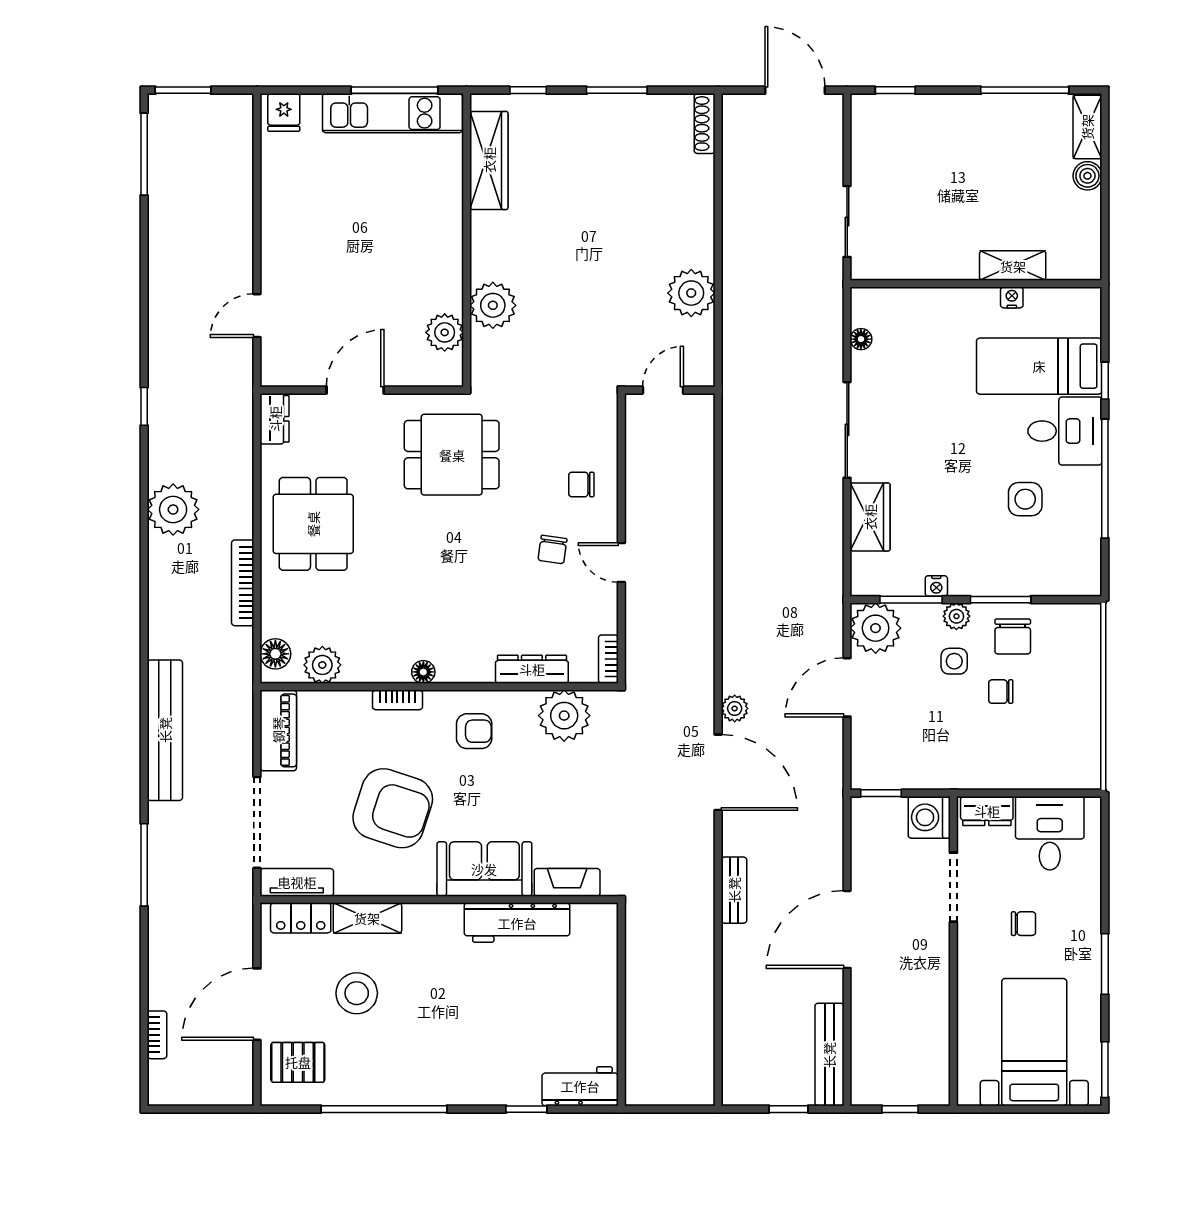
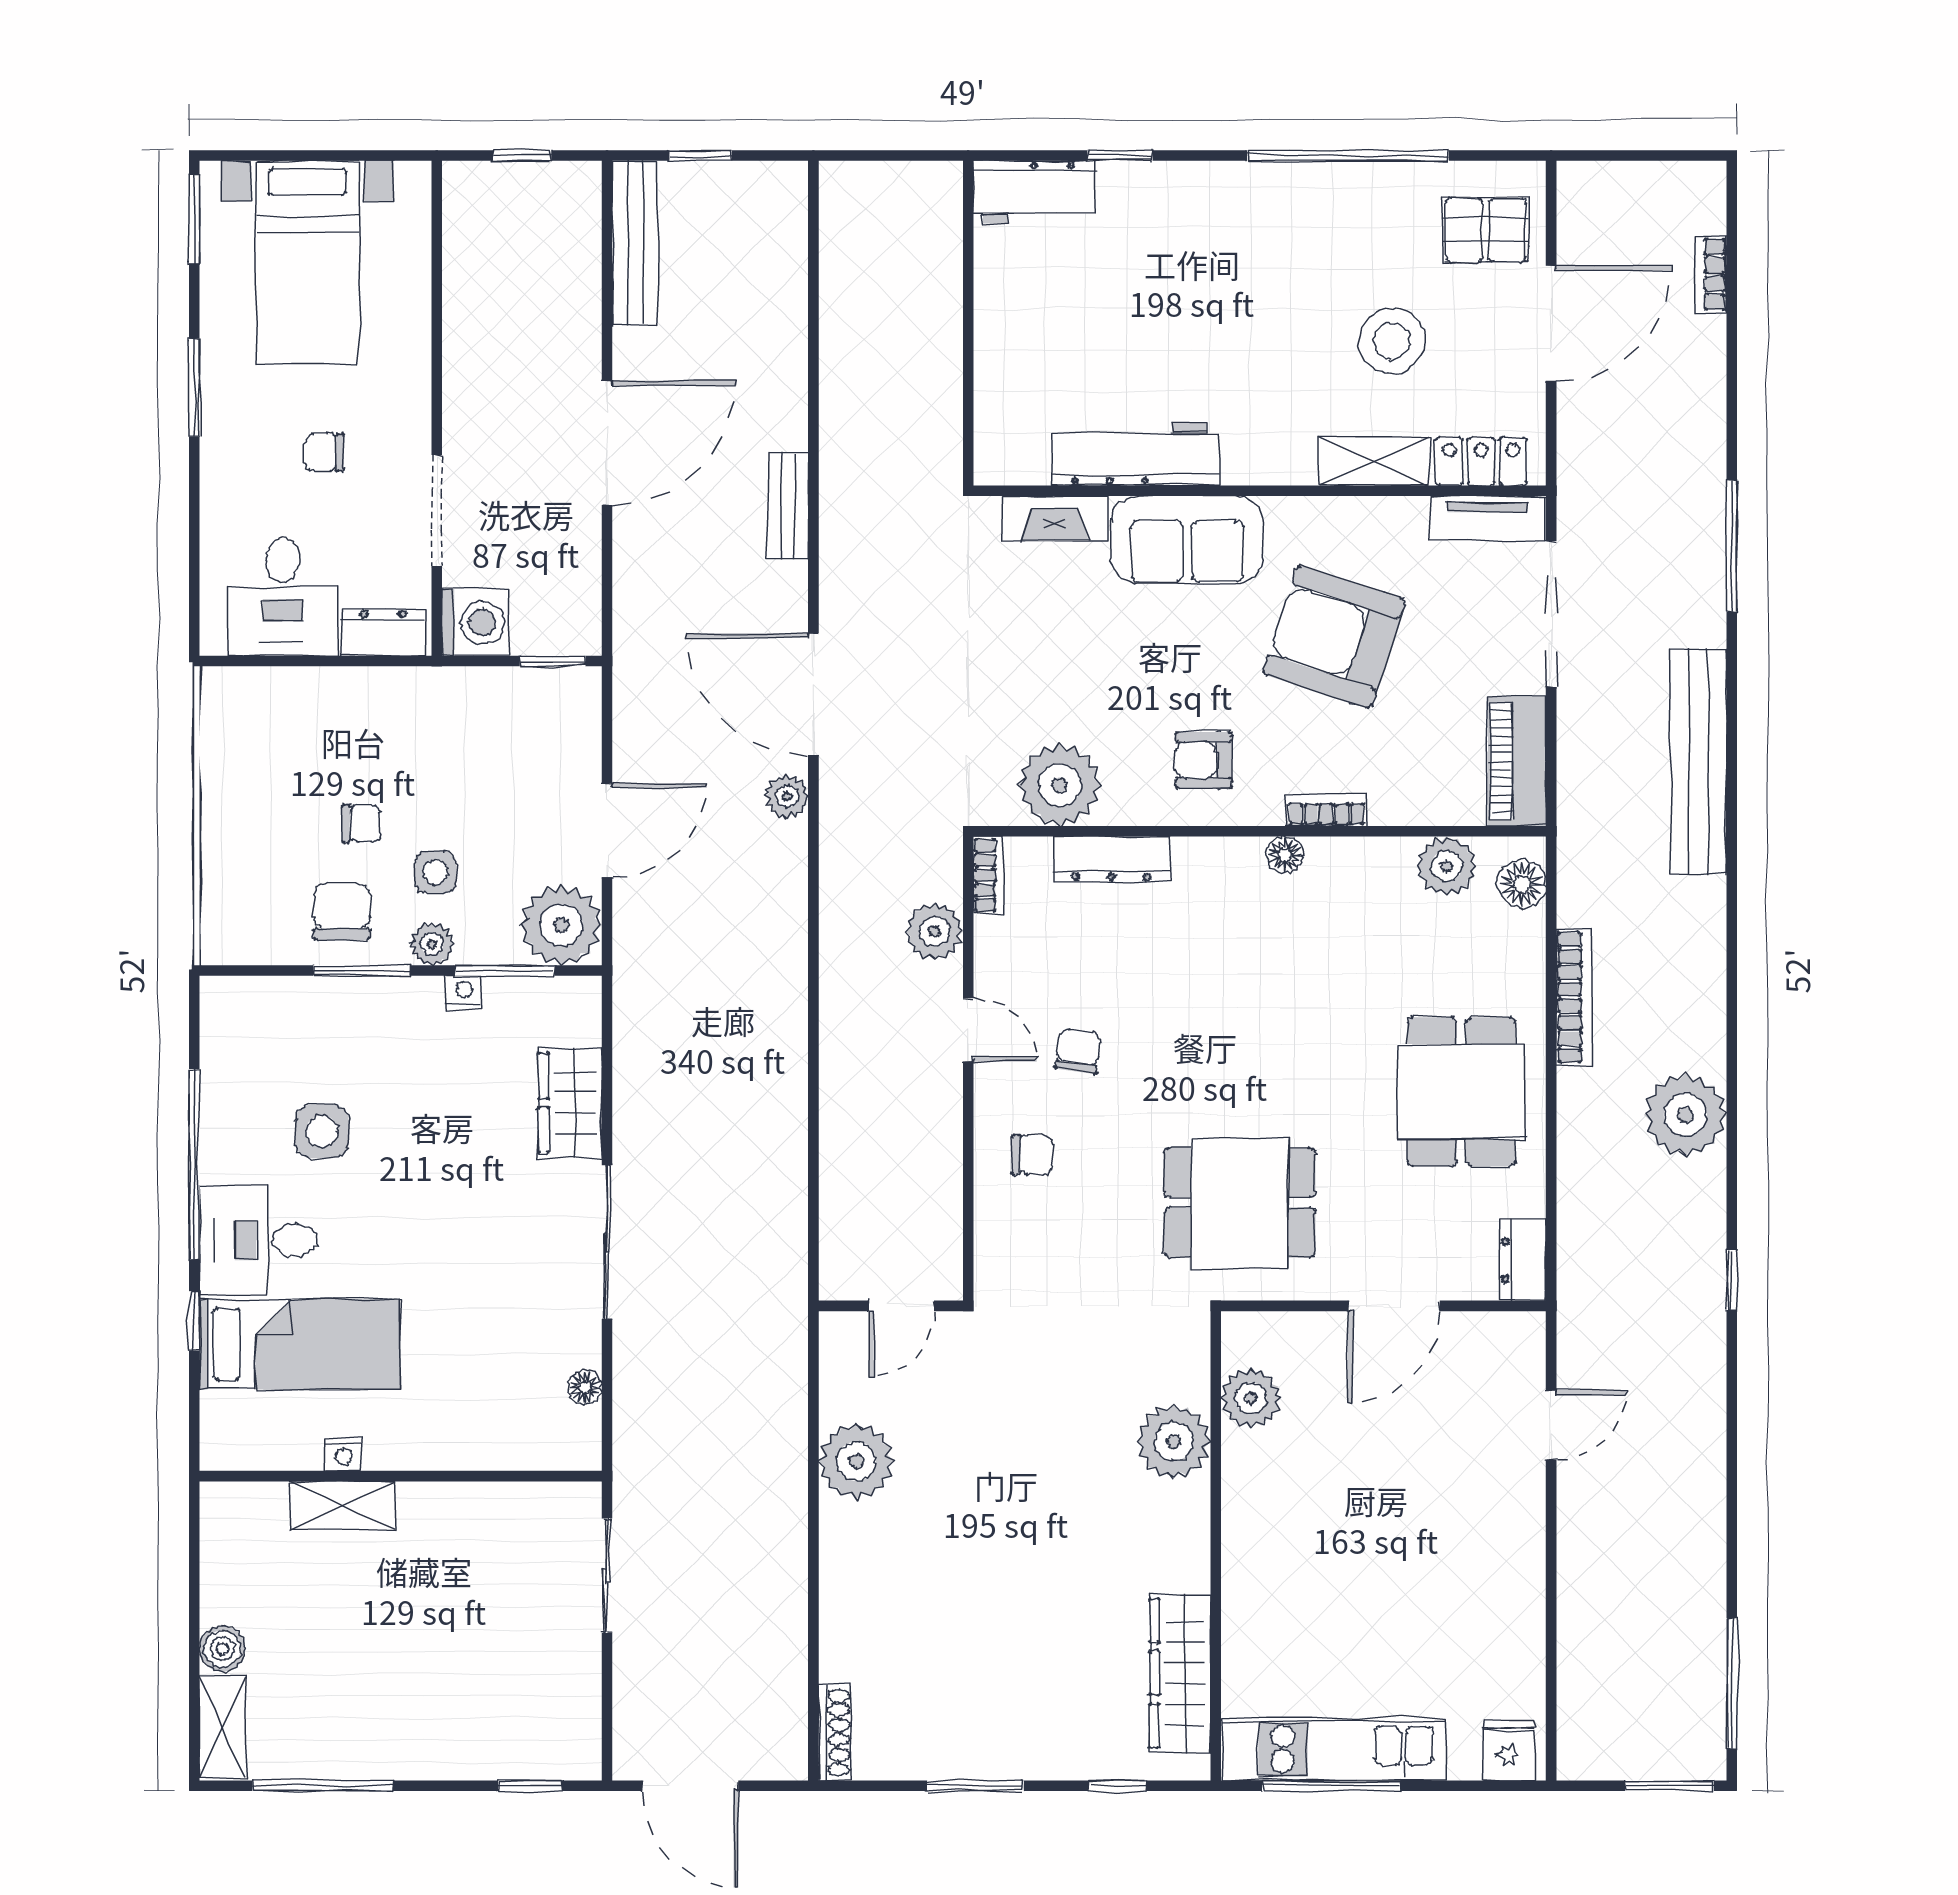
plant: (642, 624) -> (934, 931), added

